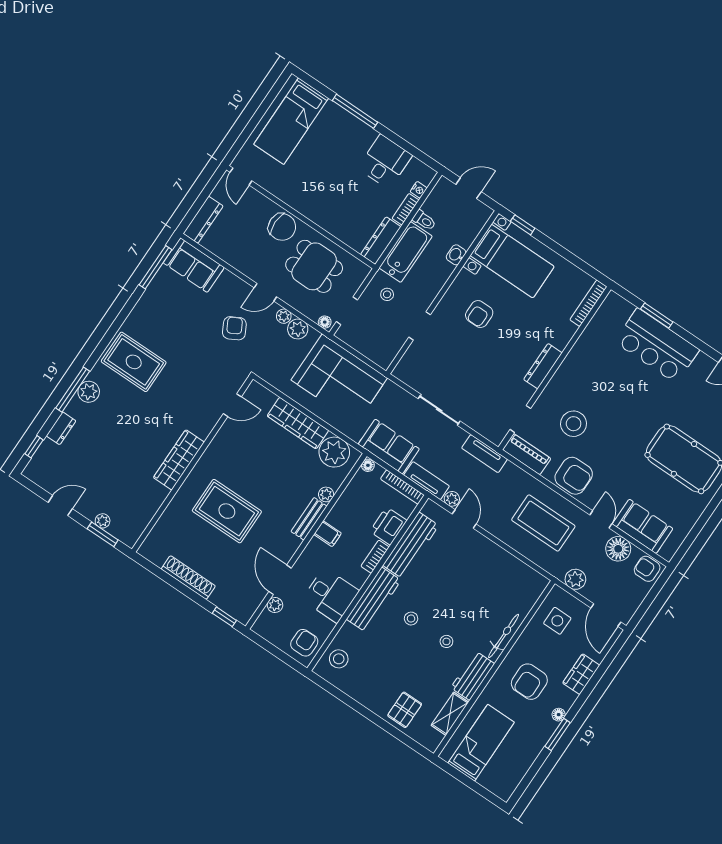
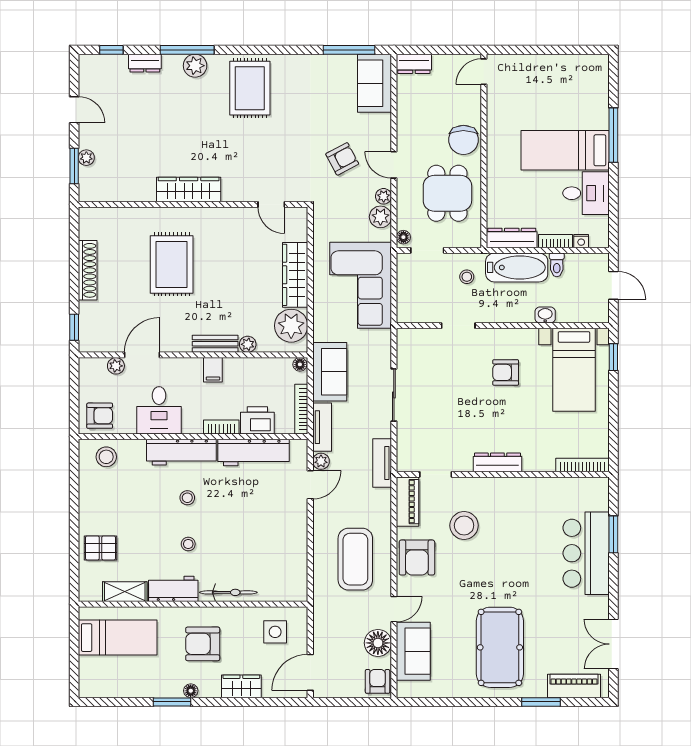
bed: (291, 121) -> (565, 150), moved
dresser: (203, 220) -> (414, 64), width x0.70
plant: (575, 579) -> (324, 623), removed

